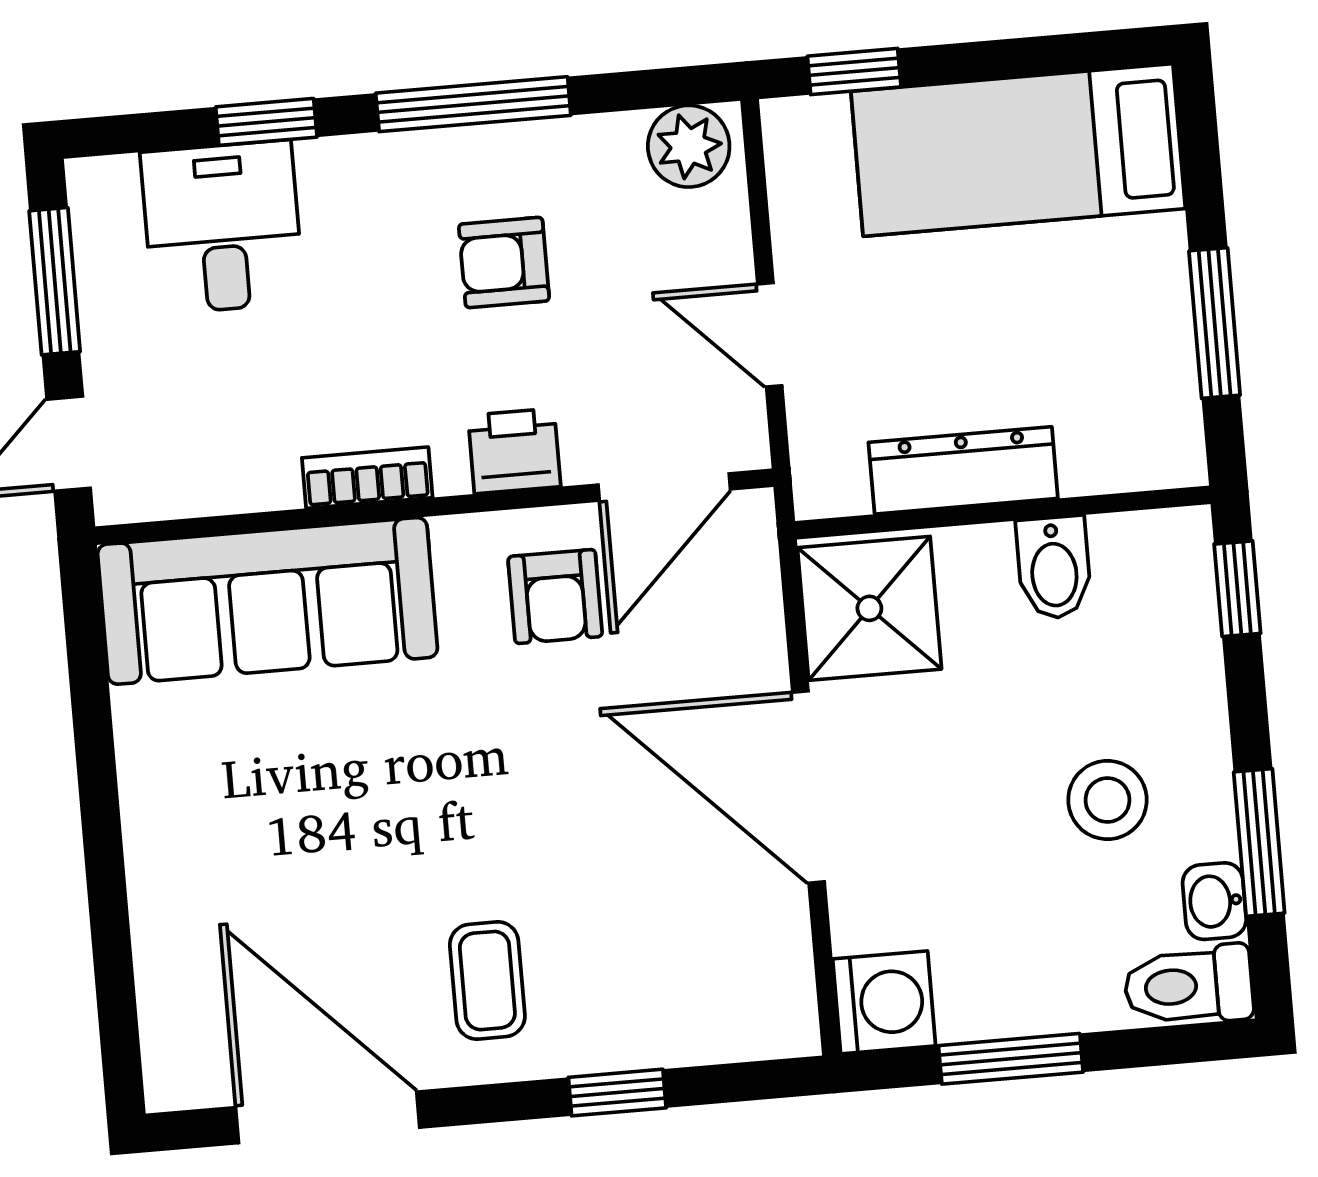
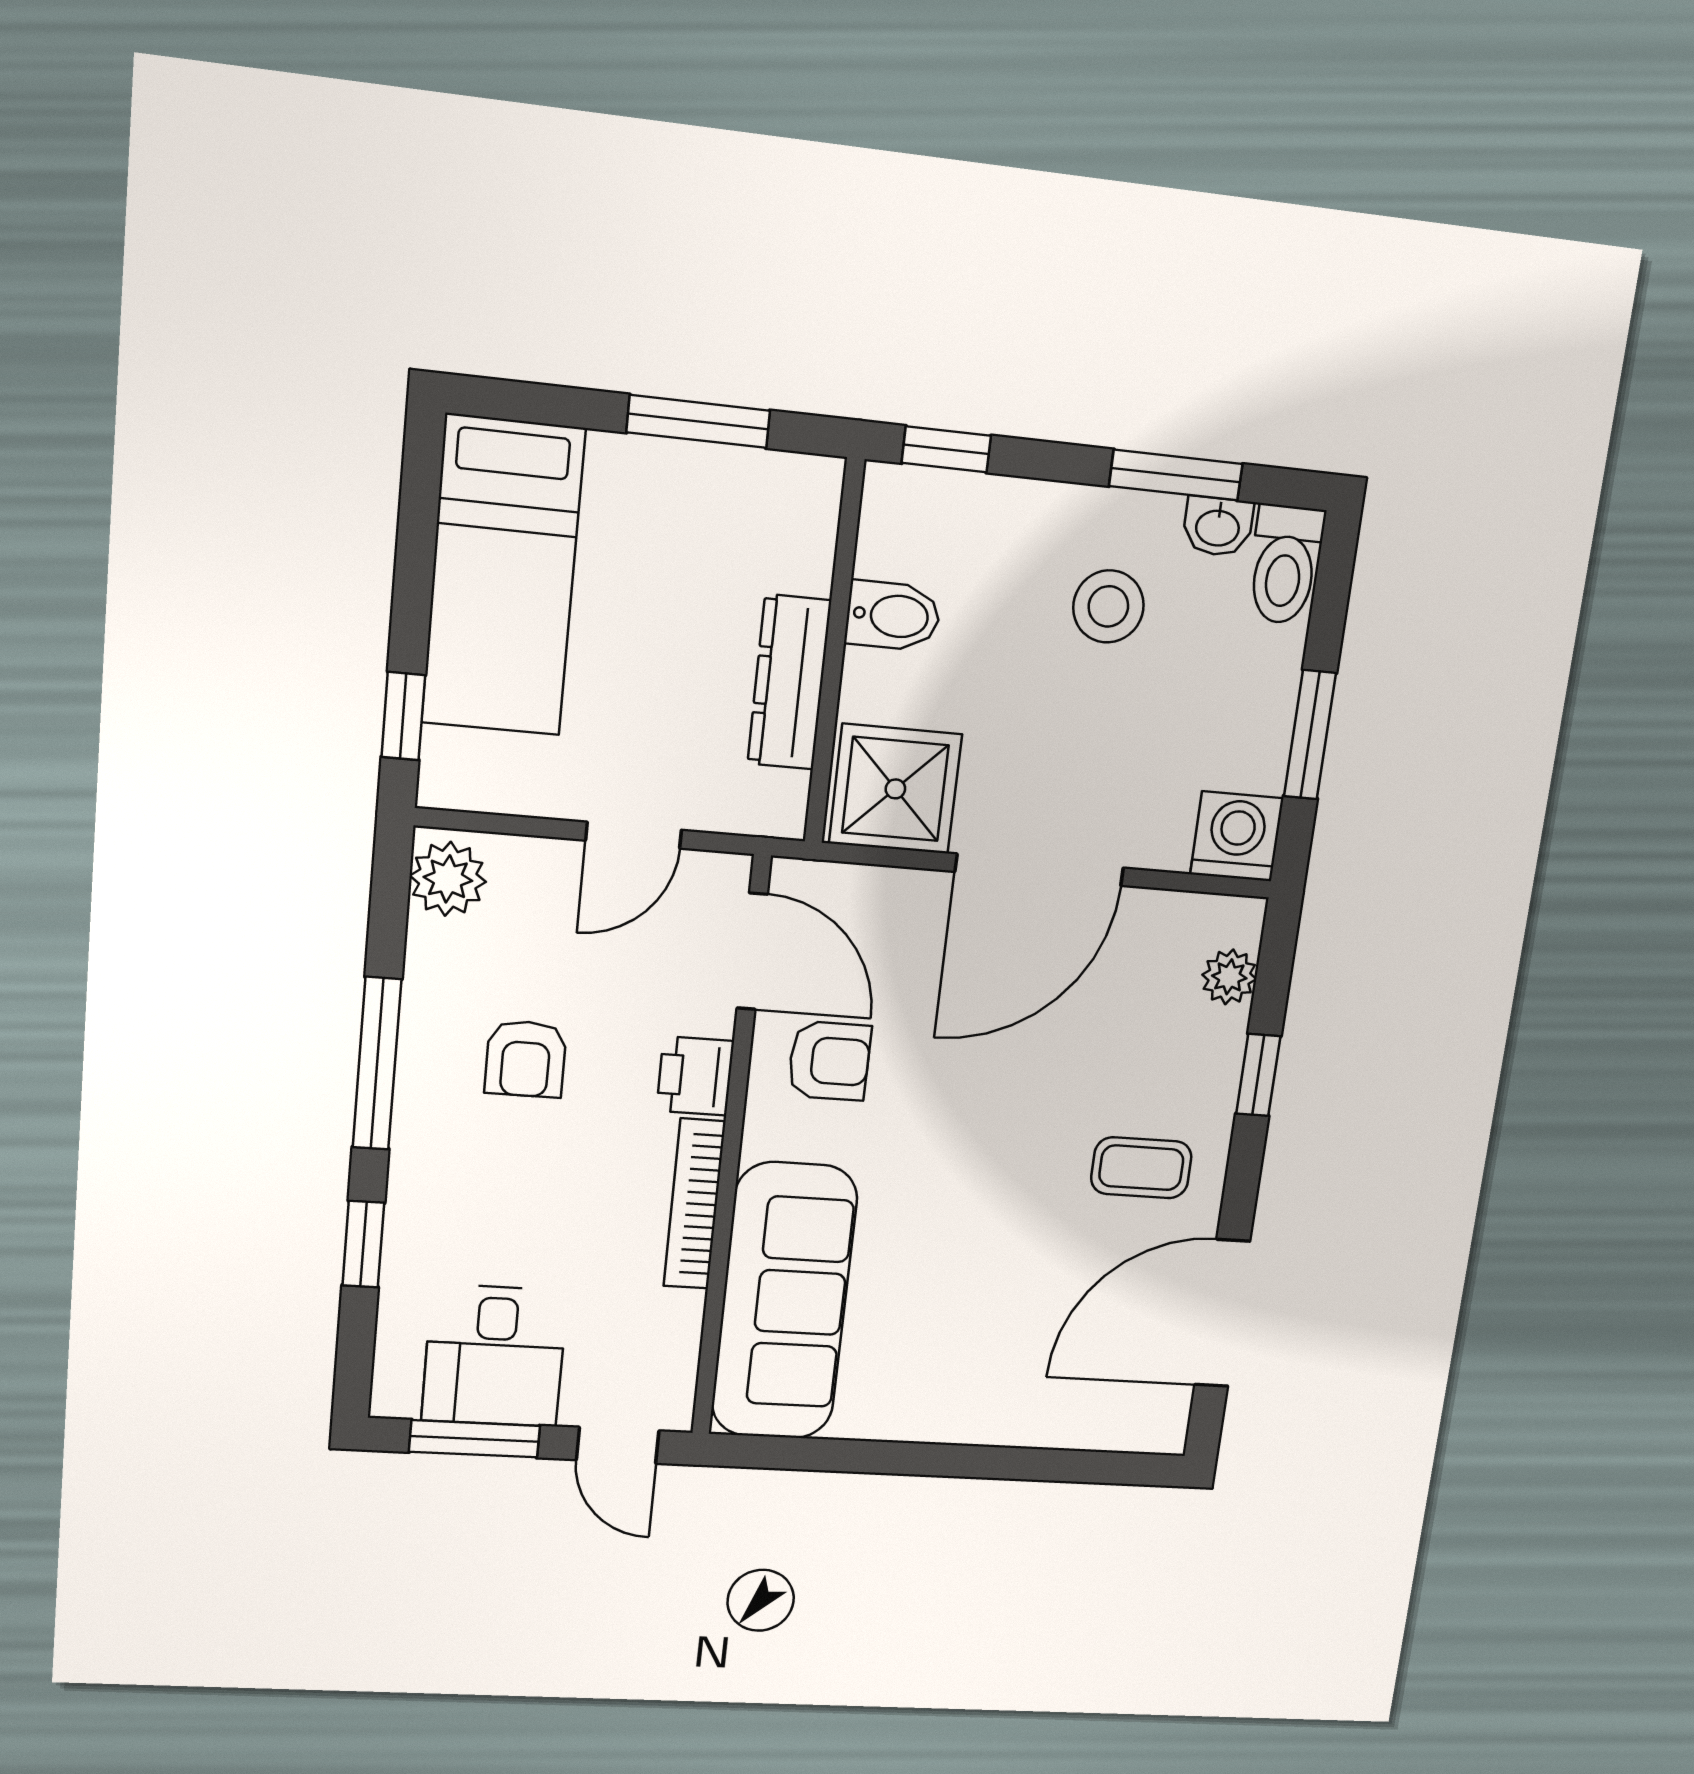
desk: (222, 227) -> (494, 1356), moved, turned -90
bookcase: (367, 478) -> (695, 1204), width x1.56
plant: (725, 1031) -> (1229, 977), added

